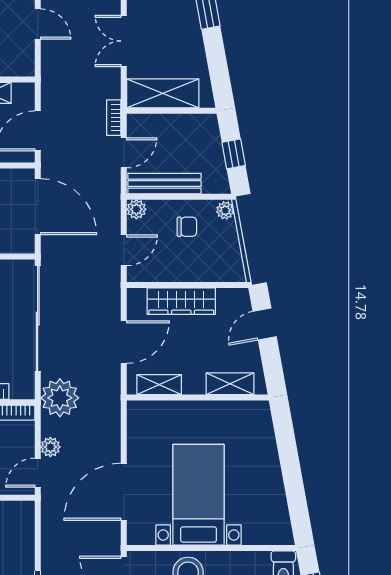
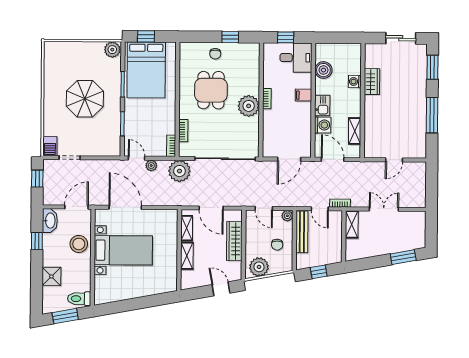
shelving: (163, 93) -> (352, 224), width x0.67, depth x0.75
door: (38, 207) -> (289, 159), width x0.73
plant: (225, 210) -> (259, 267), moved, width x1.87, depth x1.87
shelving: (230, 384) -> (187, 256), moved

